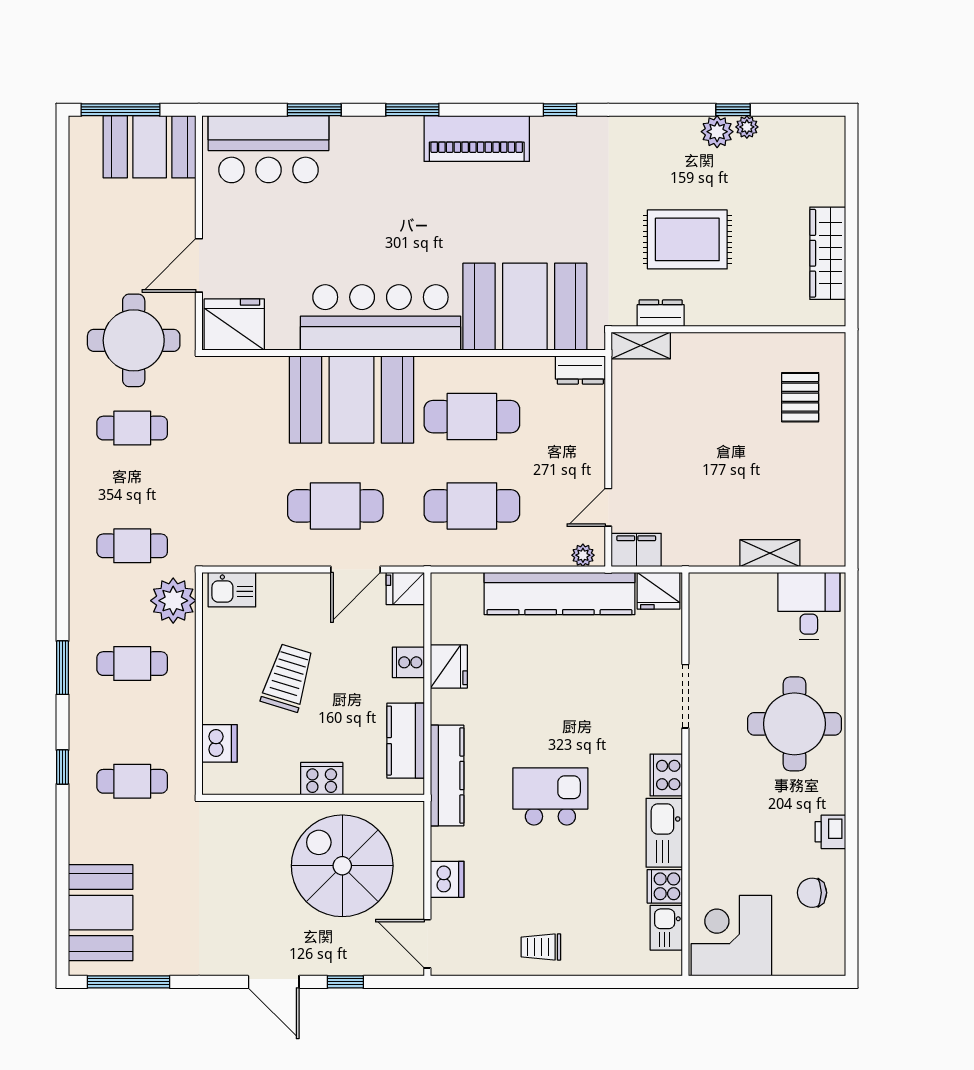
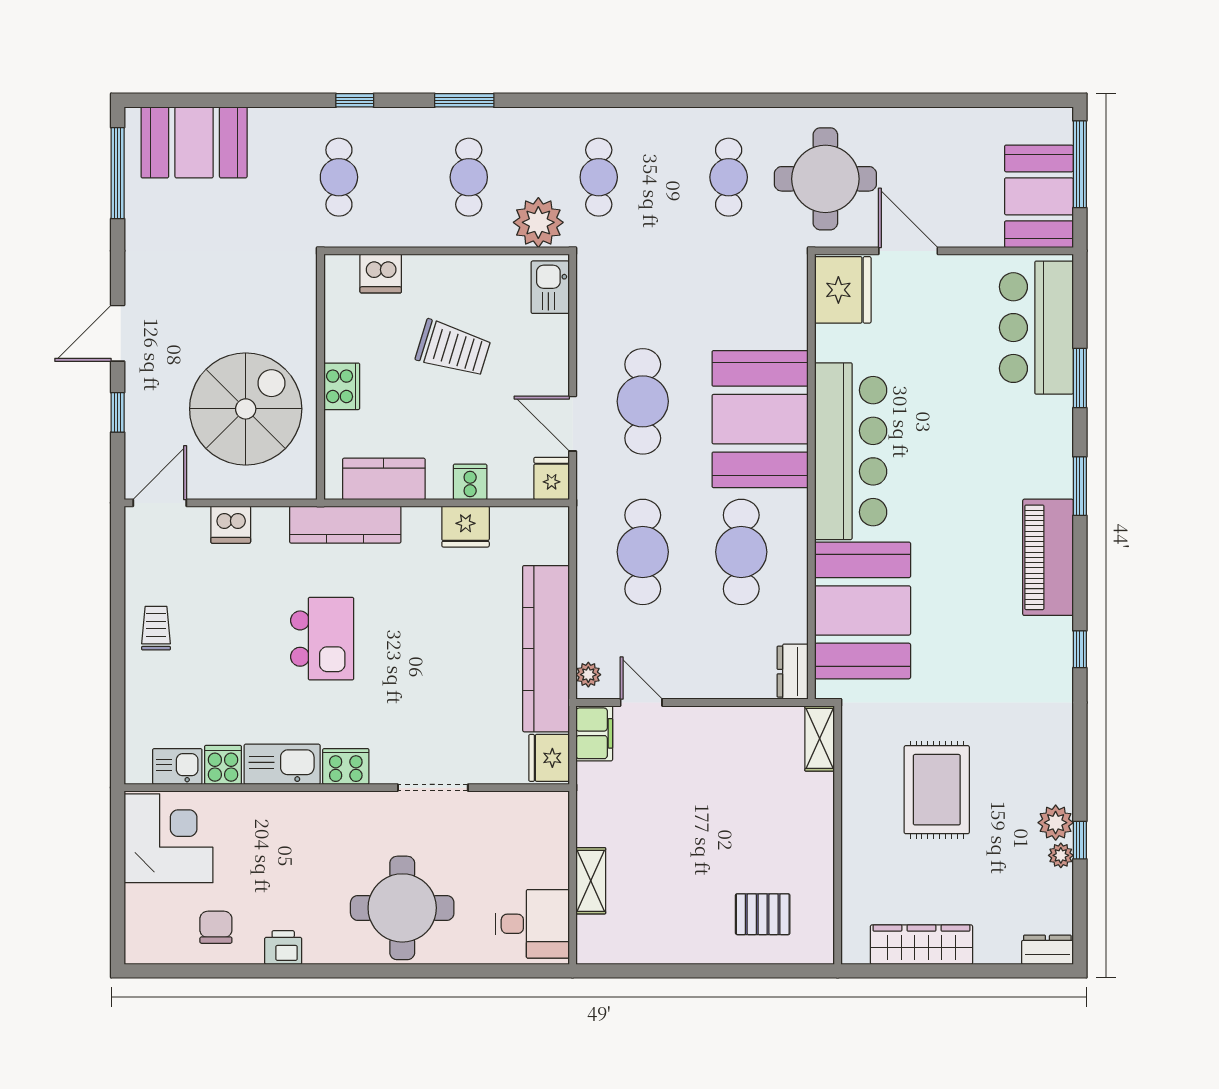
dresser: (661, 313) -> (1047, 950), moved, turned -90

